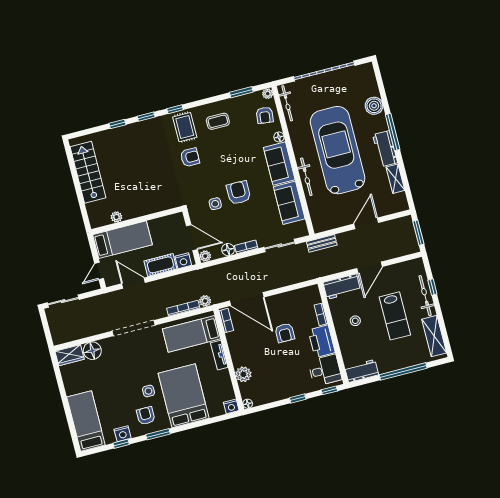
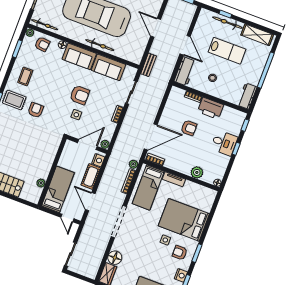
armchair: (239, 193) -> (80, 95), turned 180
floor lamp: (228, 250) -> (111, 127), removed
door: (133, 283) -> (90, 202), hinge flipped
desk: (325, 370) -> (224, 143), moved, turned 90
nightstand: (231, 406) -> (212, 194), removed

